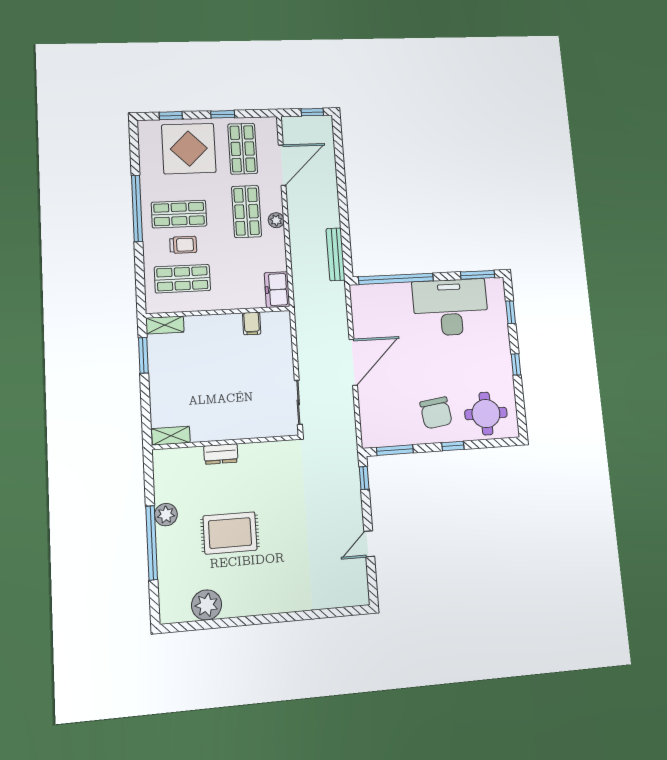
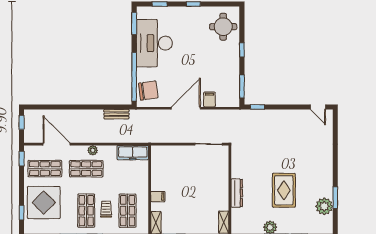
window: (223, 114) -> (22, 159), moved
bench: (336, 254) -> (116, 114), width x0.73
freezer: (277, 290) -> (133, 153), width x1.40
filing cabinet: (252, 323) -> (158, 197), moved
door: (353, 362) -> (186, 108), hinge flipped
filing cabinet: (370, 399) -> (209, 99), added
chair: (436, 413) -> (148, 91), moved
dresser: (221, 454) -> (237, 193), width x1.44
door: (369, 544) -> (318, 107), moved
window: (223, 623) -> (335, 197), added

